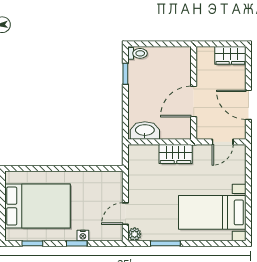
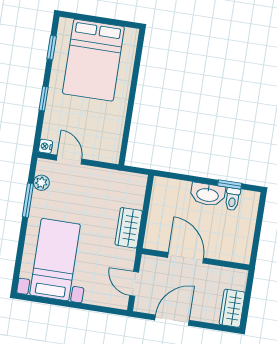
toilet: (138, 53) -> (232, 199), moved
washbasin: (145, 131) -> (208, 194), moved, turned 90
plant: (135, 234) -> (41, 183), moved
nightstand: (83, 235) -> (46, 146), moved

